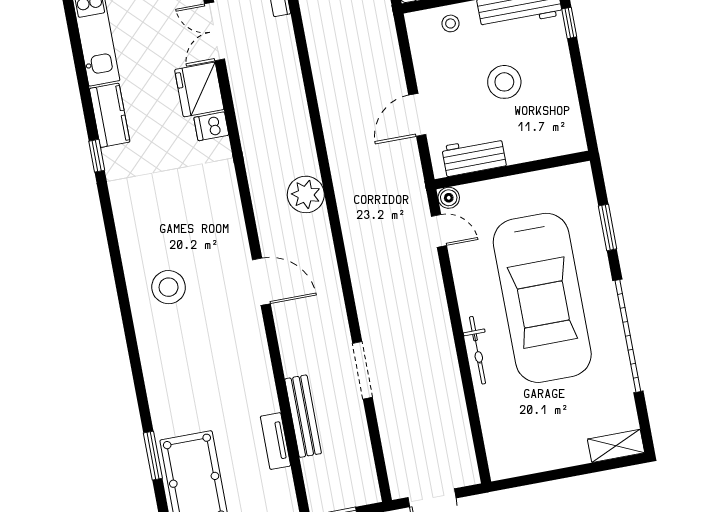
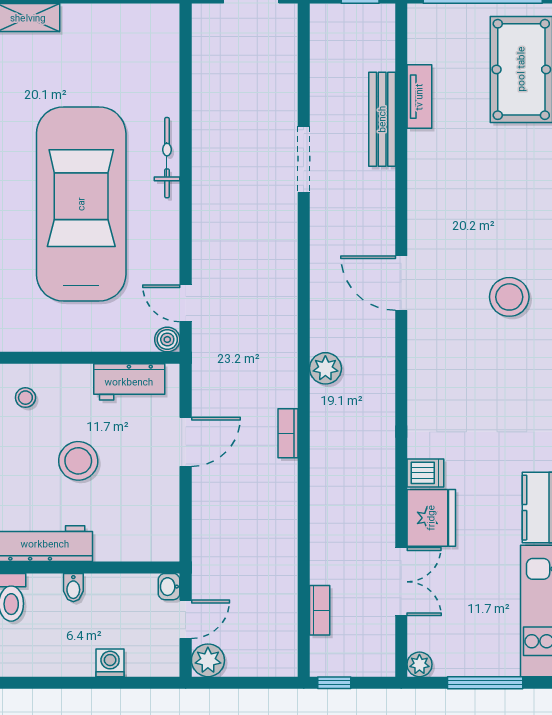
stool: (451, 23) -> (25, 398), moved
bookcase: (333, 138) -> (288, 433), added
plant: (306, 194) -> (325, 368), width x0.73, depth x0.73

